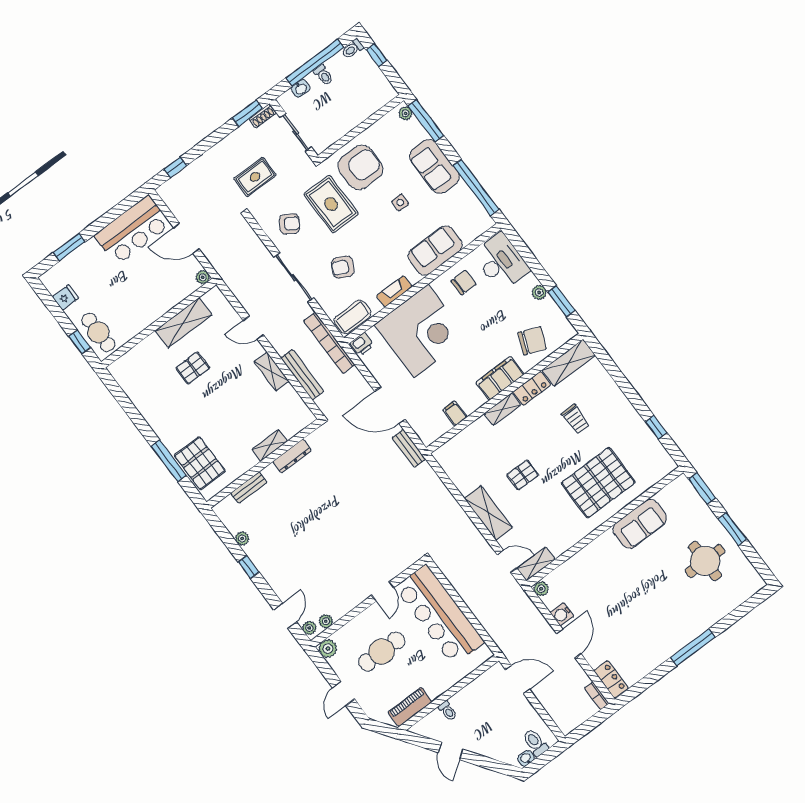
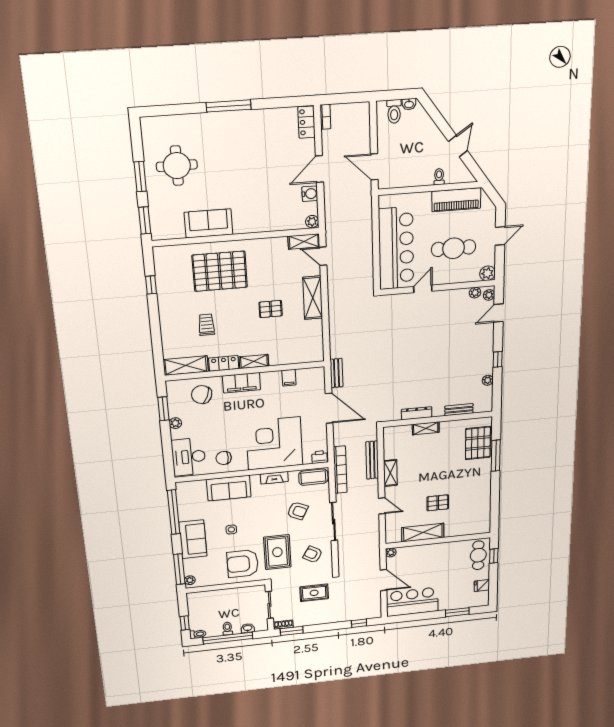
piano: (410, 707) -> (456, 200), width x1.37, depth x1.33

